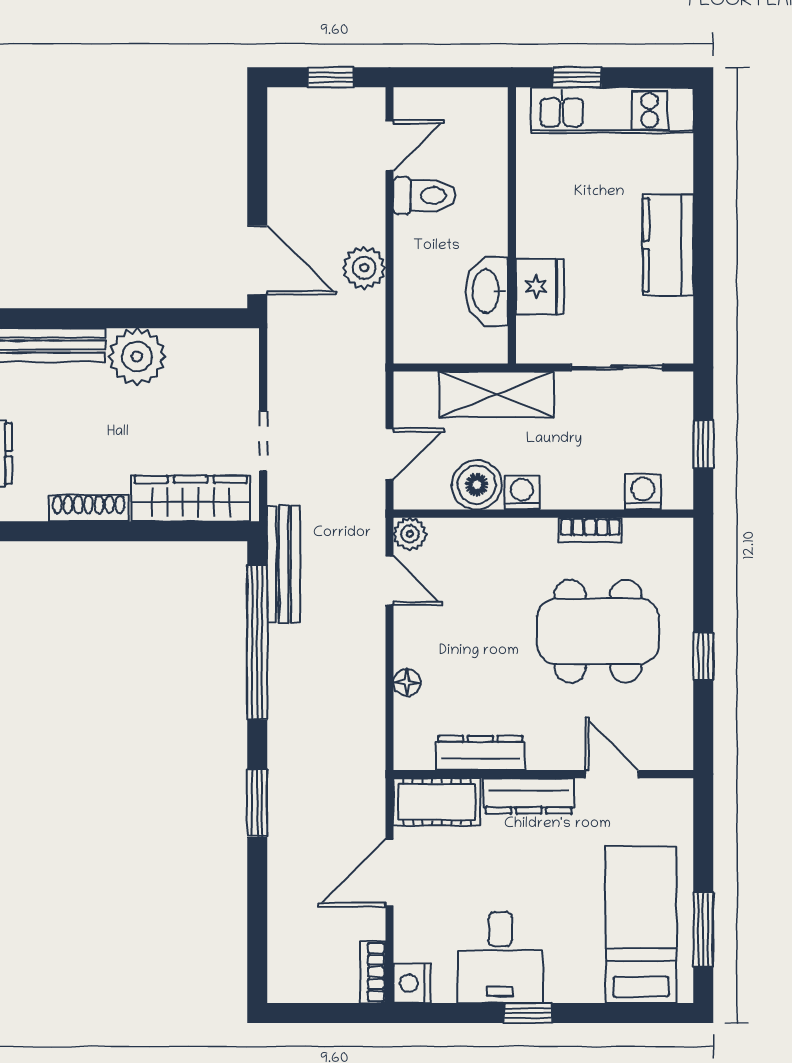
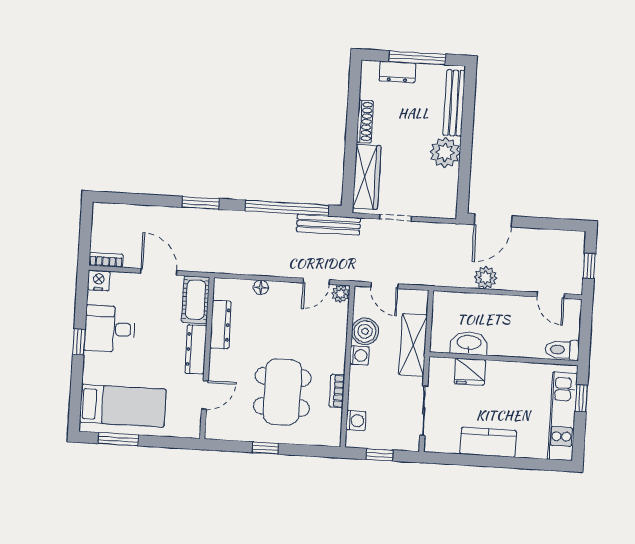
toilet: (425, 195) -> (562, 350), moved, turned 90

